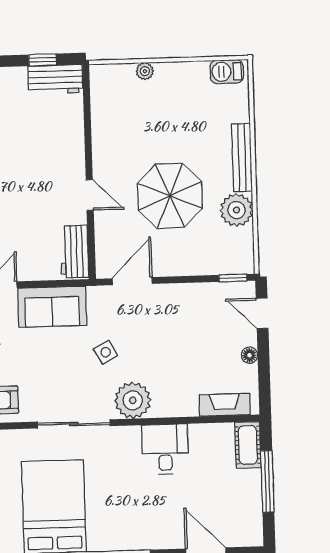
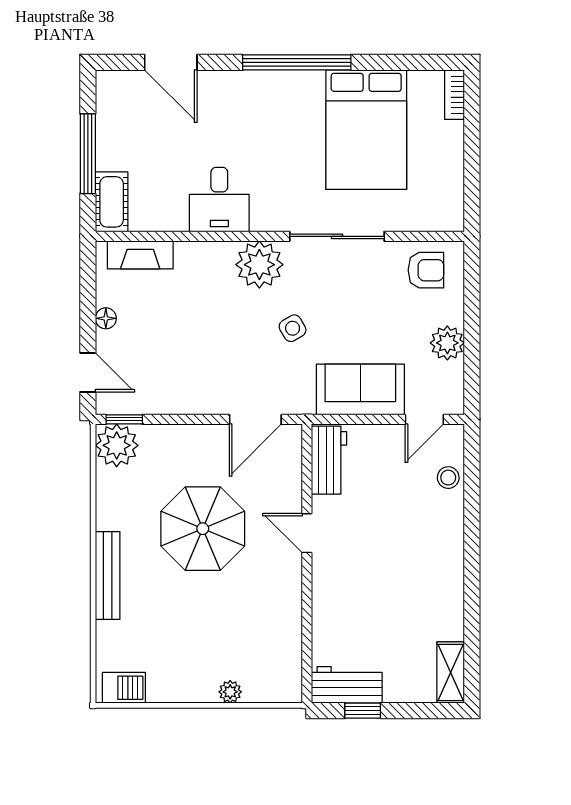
plant: (237, 210) -> (117, 445), moved

